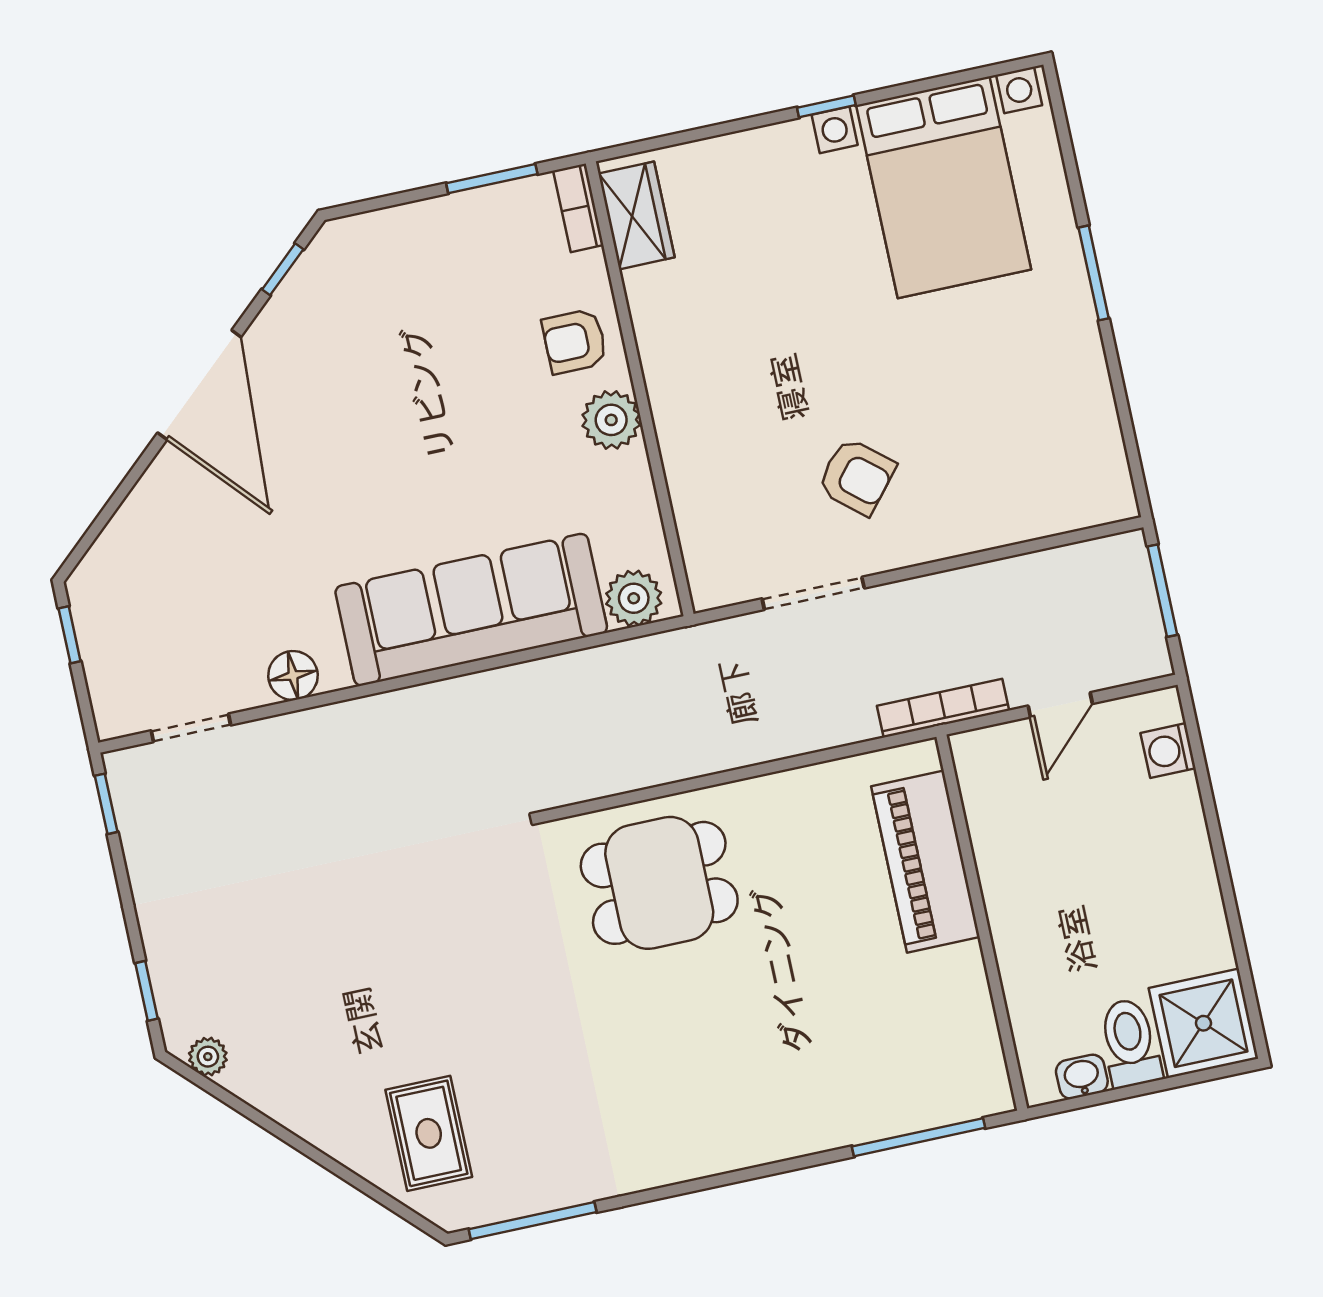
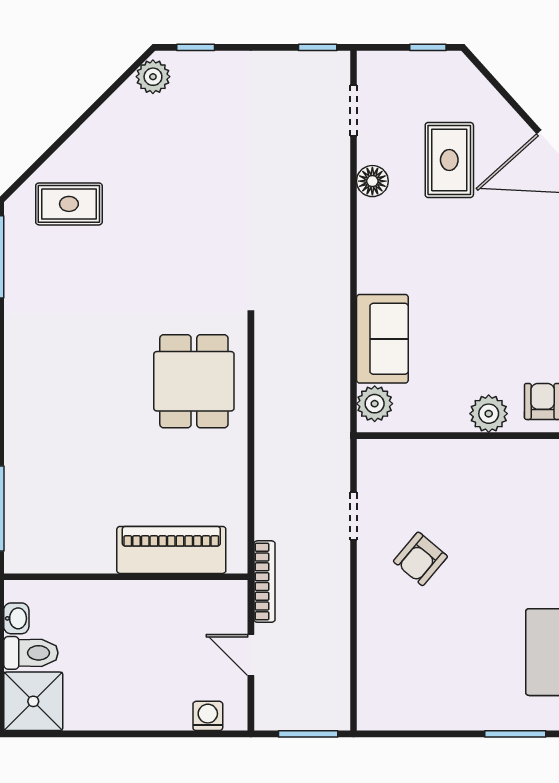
rug: (235, 565) -> (449, 160), added
doorway: (813, 593) -> (353, 516), width x0.73
sofa: (471, 610) -> (382, 339), width x0.54, depth x0.79
plant: (208, 1057) -> (153, 77), width x1.38, depth x1.38

